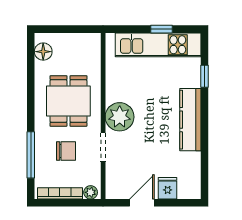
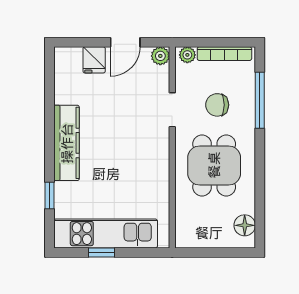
plant: (120, 117) -> (160, 56), moved, width x0.53, depth x0.53

